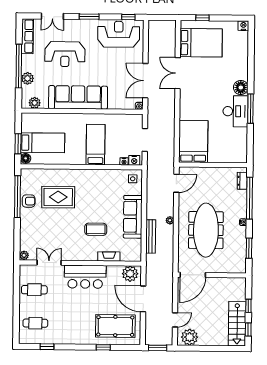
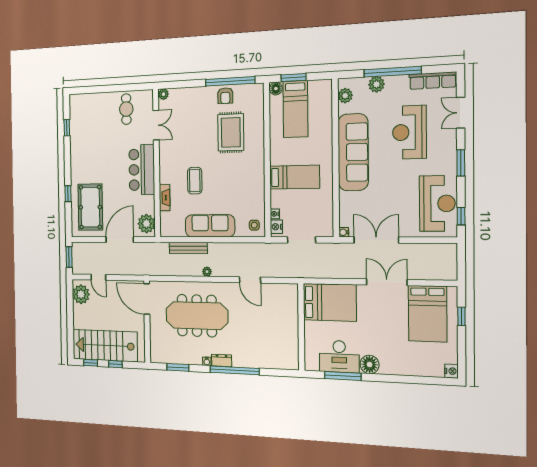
bed: (193, 142) -> (330, 302), moved
wall: (213, 165) -> (301, 327), moved
dresser: (242, 181) -> (222, 360), moved
cafe table: (35, 323) -> (91, 113), removed
stairs: (237, 324) -> (105, 345), width x1.36, depth x1.51

